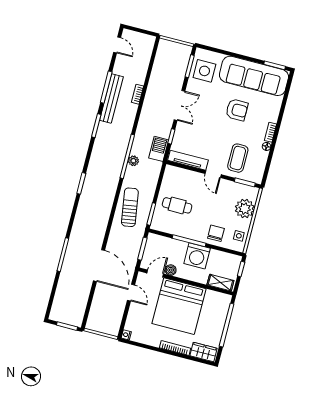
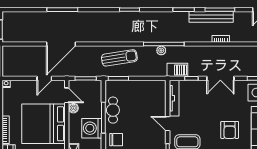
door: (213, 174) -> (168, 124), hinge flipped
cafe table: (177, 205) -> (113, 110), moved

